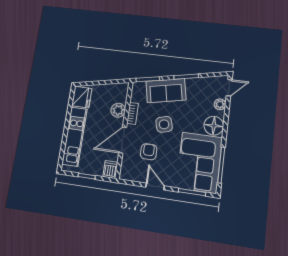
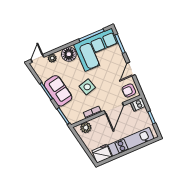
door: (229, 88) -> (37, 58), hinge flipped
sofa: (166, 91) -> (58, 91), moved
plant: (118, 110) -> (86, 128), moved
door: (123, 140) -> (114, 108), hinge flipped
armchair: (149, 152) -> (129, 90), moved

